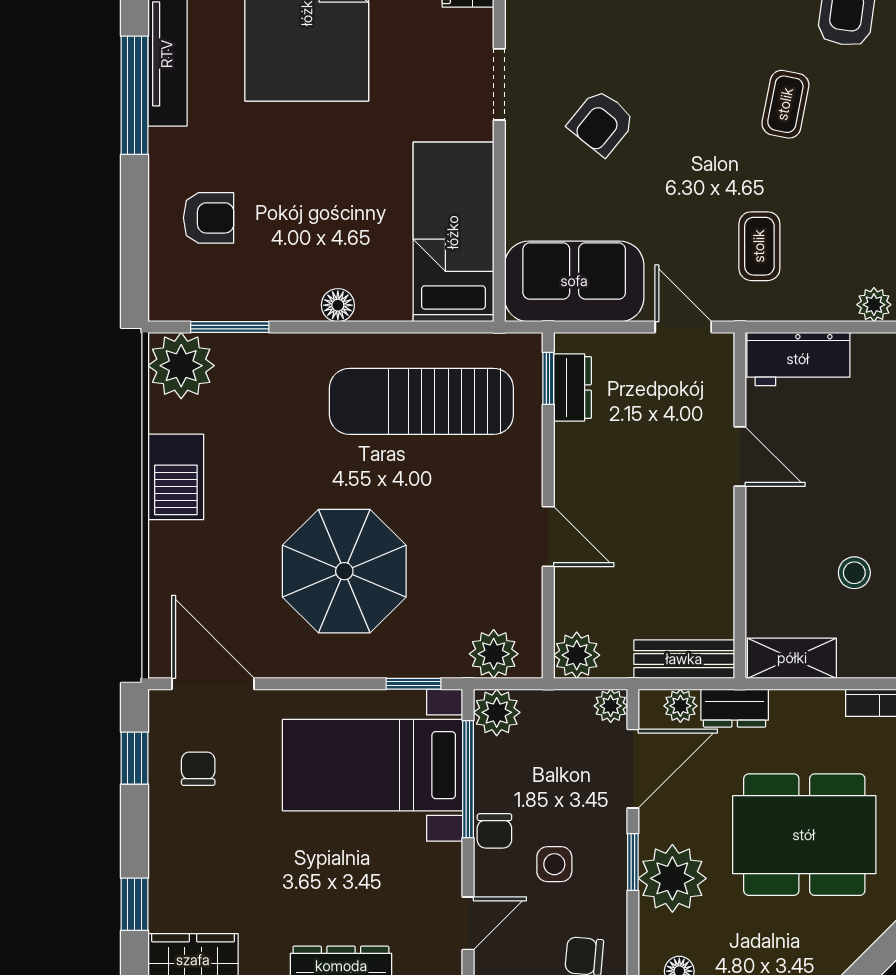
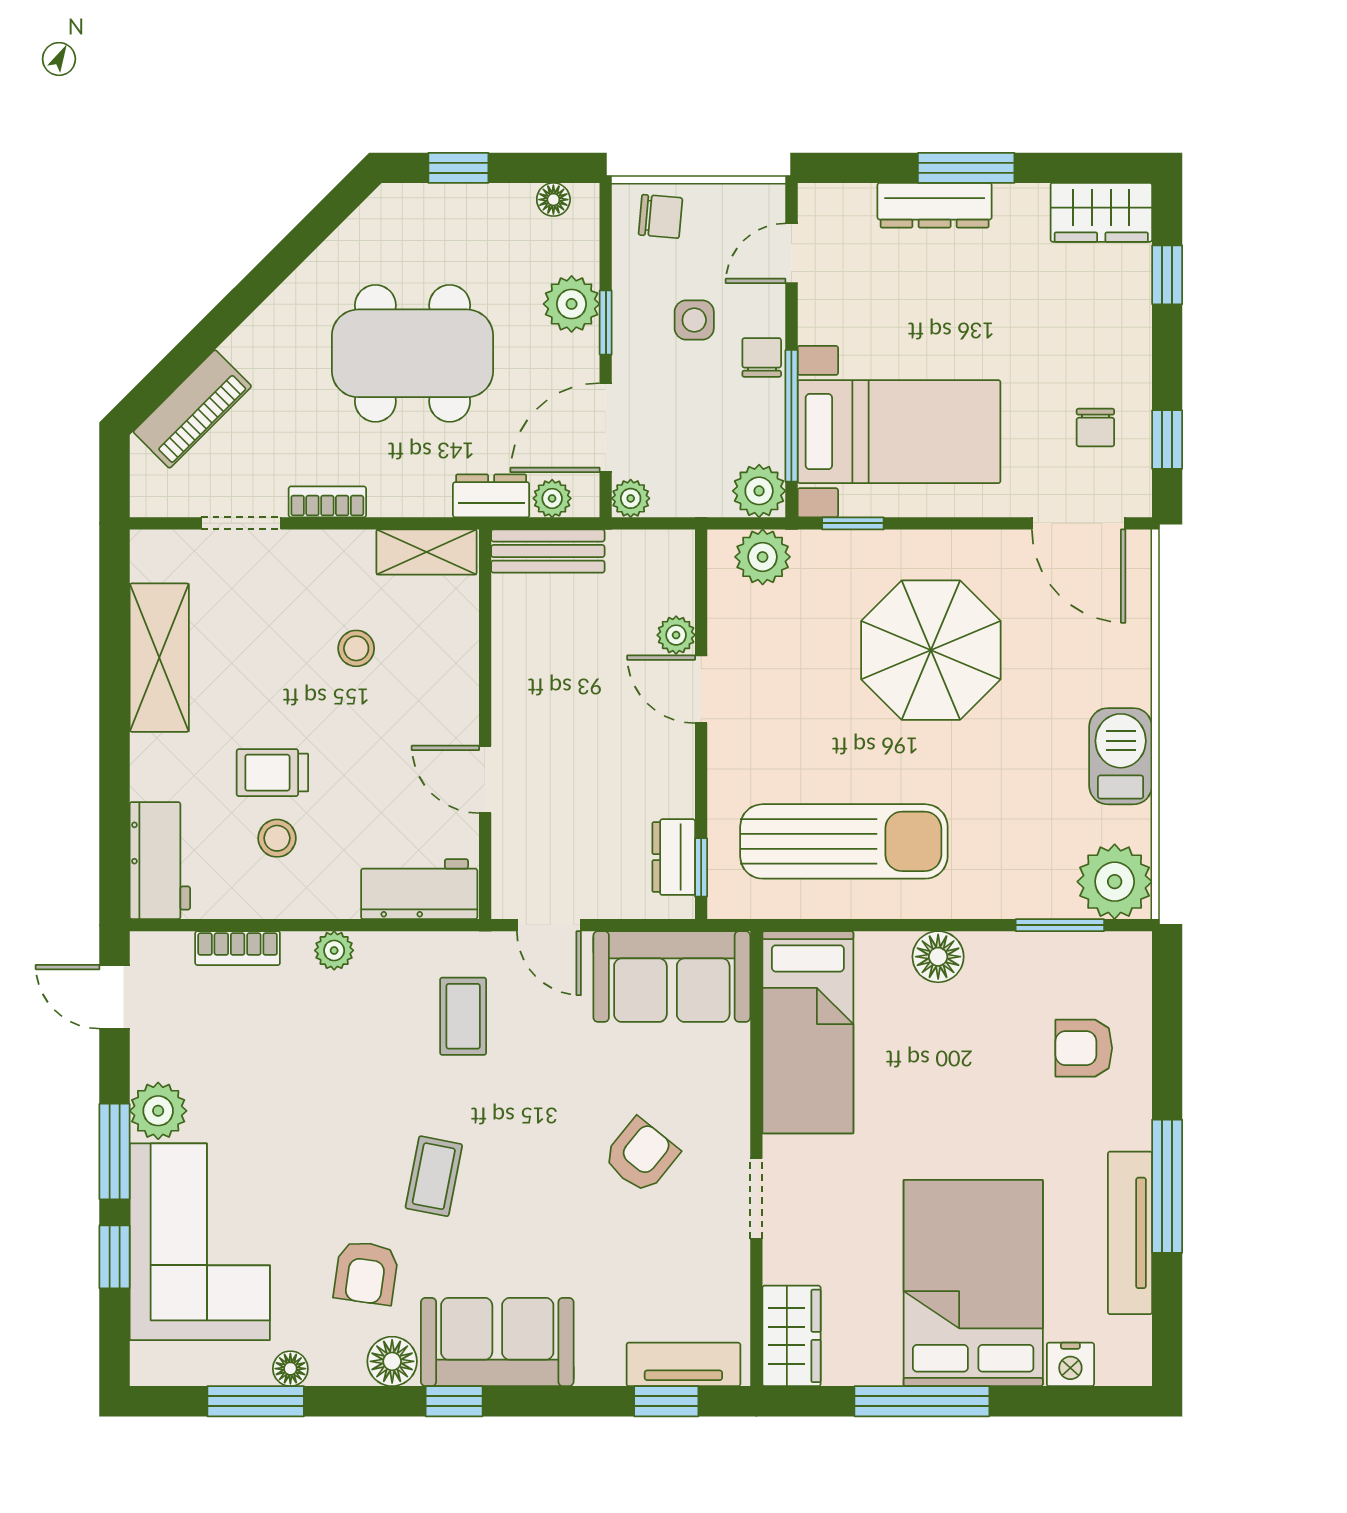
floor lamp: (338, 305) -> (938, 957), width x1.37, depth x1.37
plant: (577, 655) -> (676, 635), moved, width x0.73, depth x0.73
plant: (672, 878) -> (572, 304), width x0.73, depth x0.73

